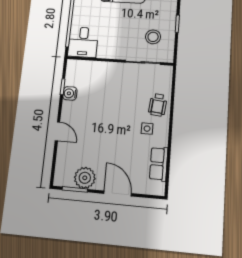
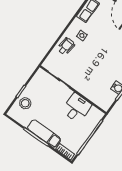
stool: (153, 37) -> (25, 103), moved
desk: (83, 42) -> (77, 108), moved

